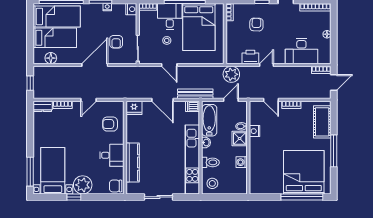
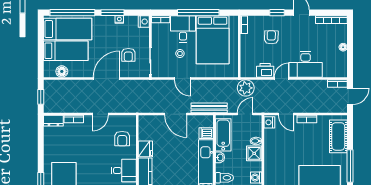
desk: (301, 51) -> (306, 64), moved
dishwasher: (192, 106) -> (206, 133), moved
fridge: (134, 108) -> (145, 149), moved, turned -90
armchair: (110, 124) -> (122, 139), turned -90
nightstand: (255, 131) -> (269, 122), moved

